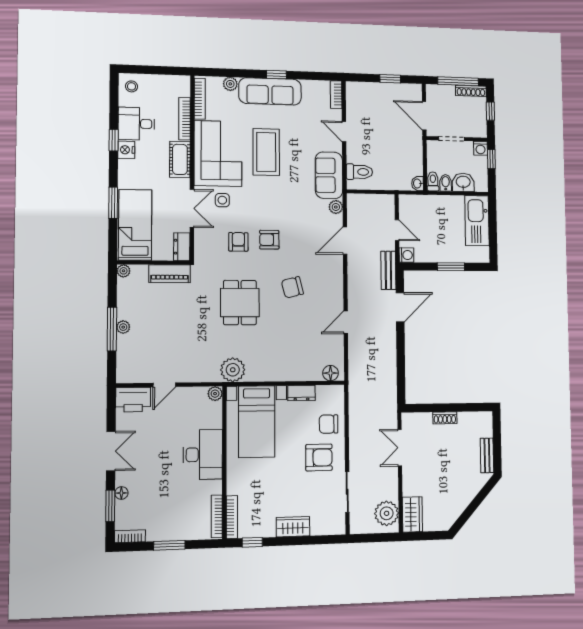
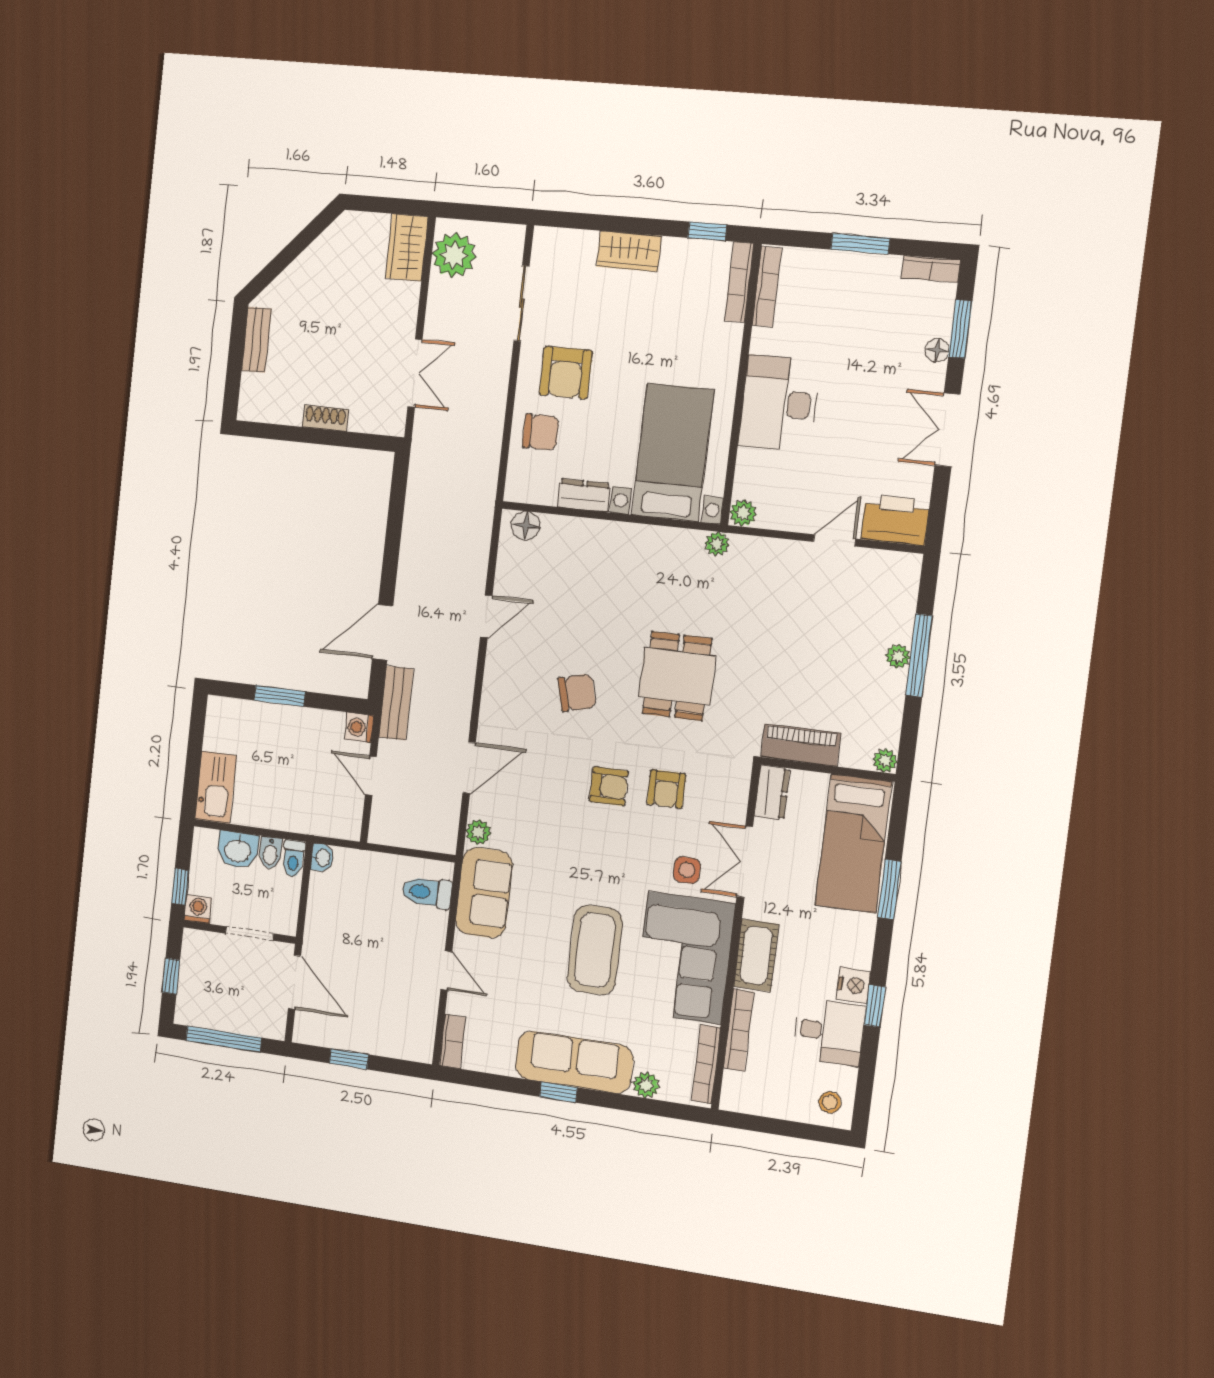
shoe rack: (471, 91) -> (202, 1018), removed
kitchen sink: (477, 221) -> (216, 787), width x0.73, depth x0.81
plant: (233, 370) -> (717, 544), width x0.53, depth x0.53
armchair: (319, 457) -> (566, 373), turned -90

